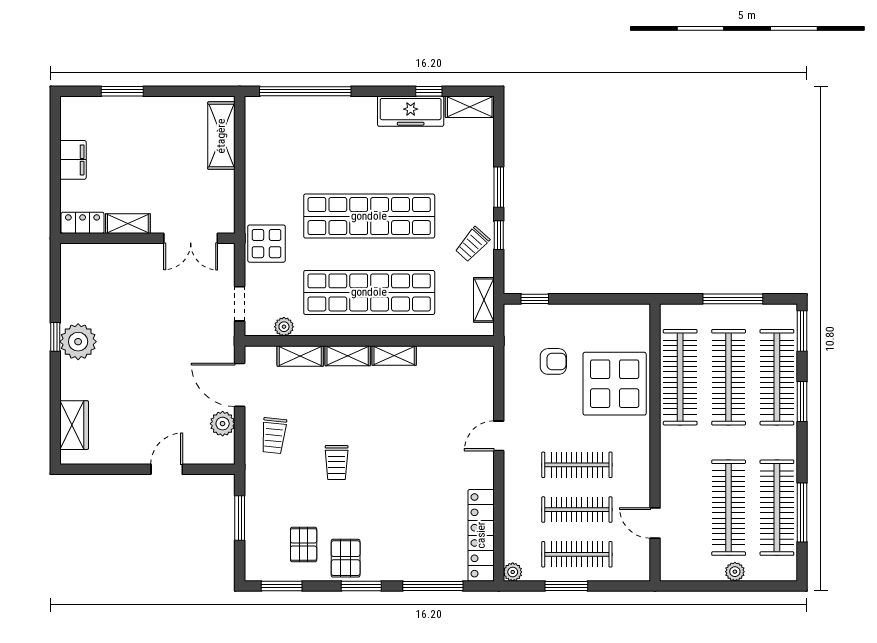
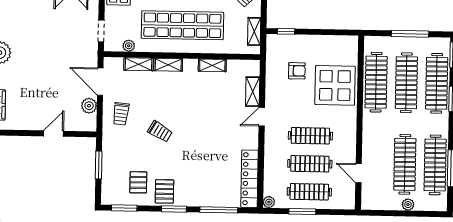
shelving: (394, 355) -> (212, 65), moved
shelving: (483, 396) -> (253, 92), added
trolley: (337, 463) -> (160, 131), turned -60

